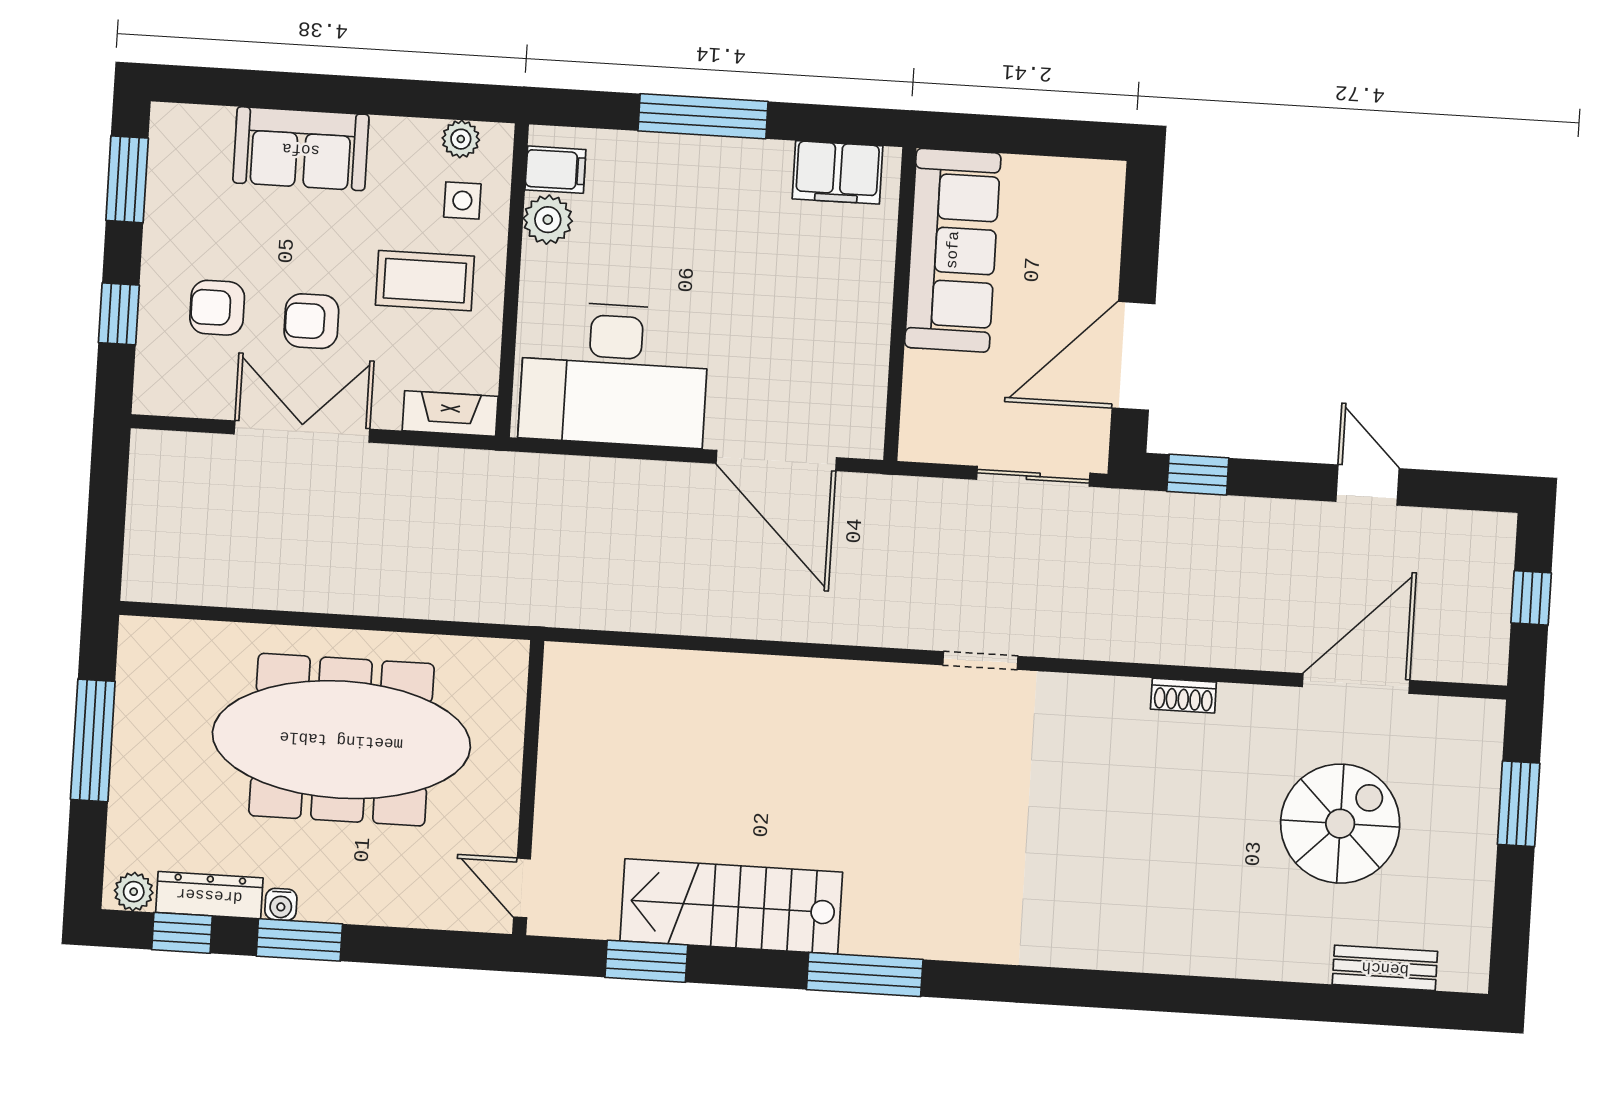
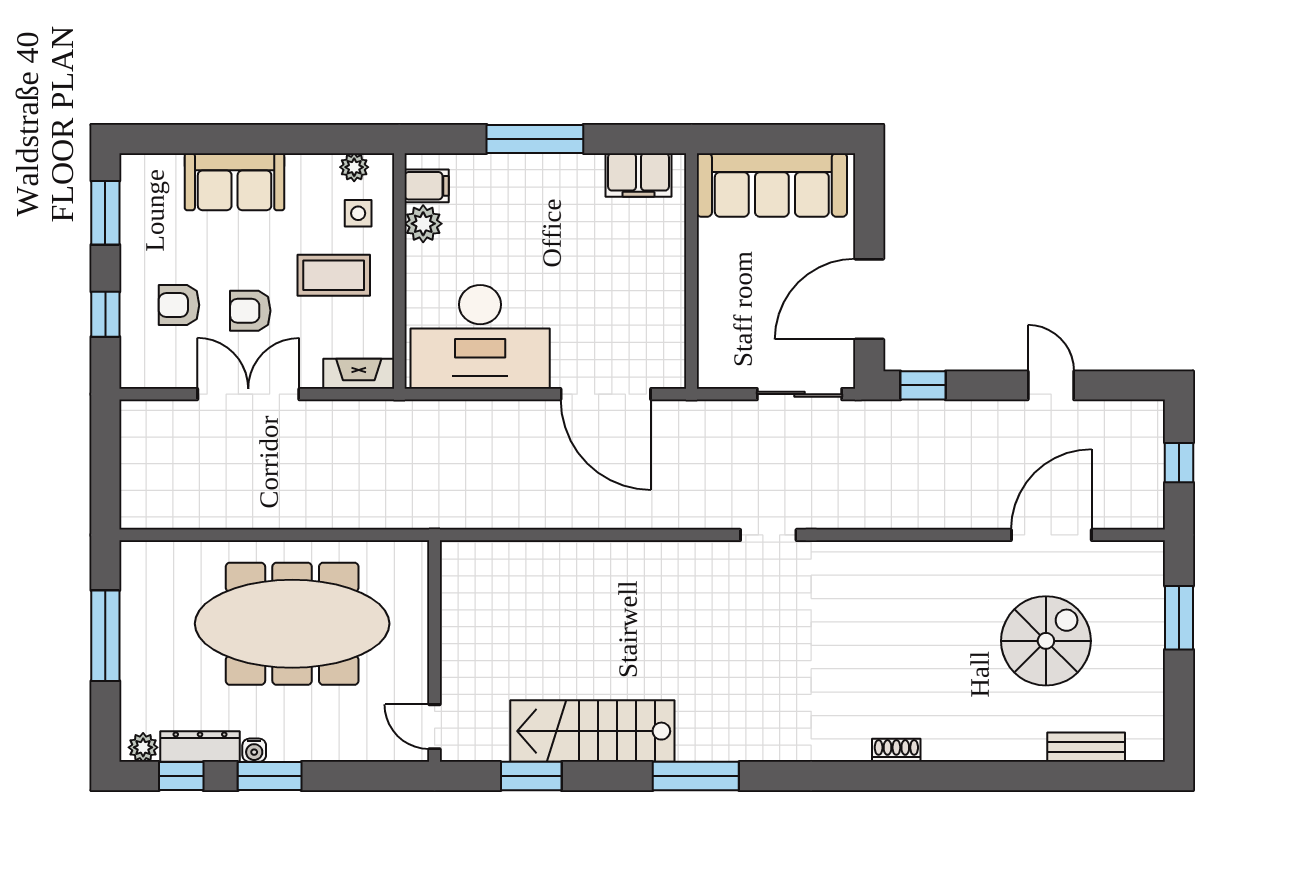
sofa: (953, 250) -> (772, 185), moved, turned 90
shoe rack: (1183, 696) -> (896, 750), moved, turned 180

